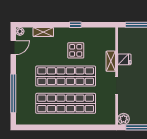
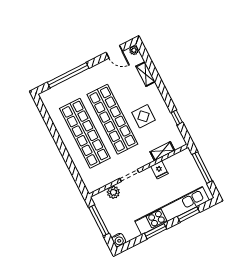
window: (75, 25) -> (177, 118), moved
shelving: (111, 61) -> (162, 151), moved
plant: (124, 119) -> (113, 192), moved

